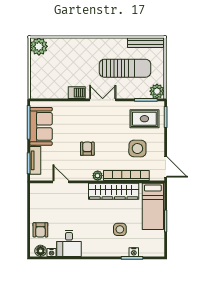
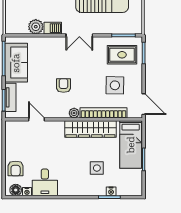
plant: (157, 91) -> (36, 27), moved
double door: (103, 100) -> (79, 35), swing flipped

